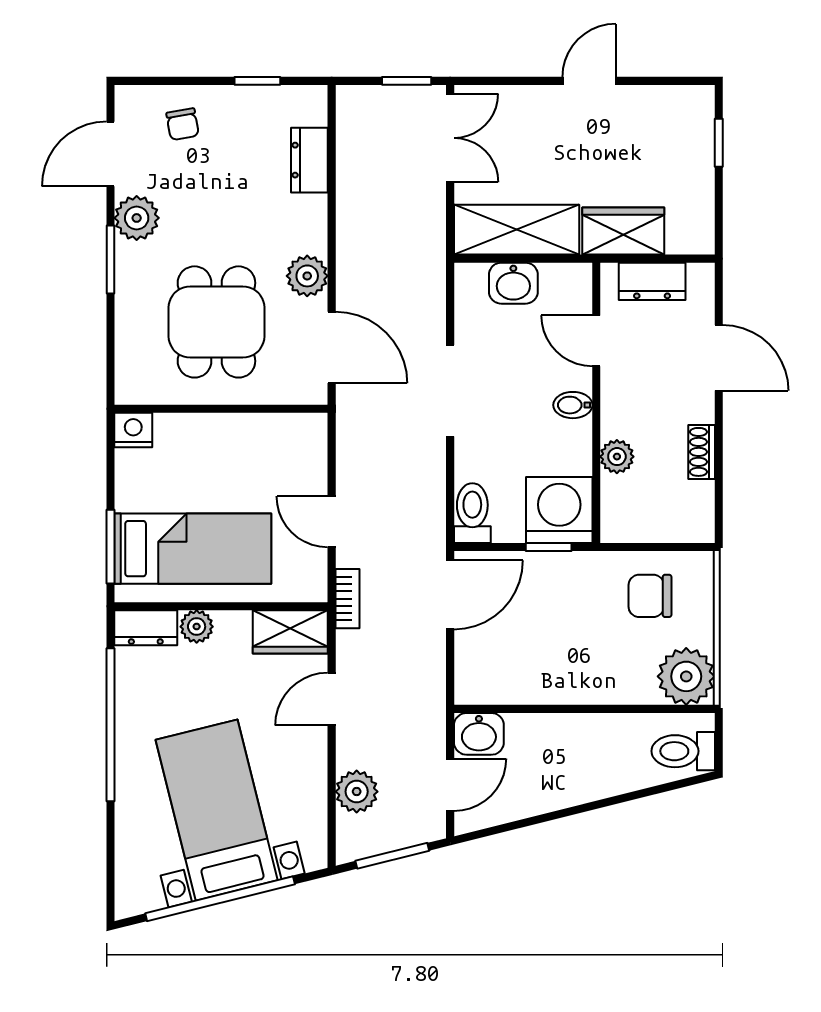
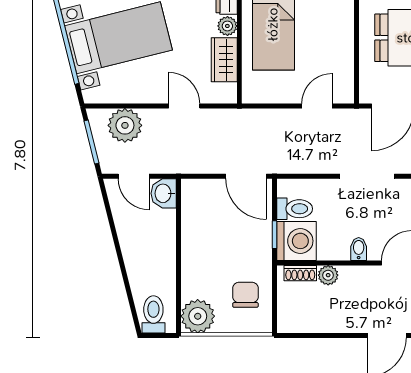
shoe rack: (702, 452) -> (300, 273), moved, turned 180
toilet: (472, 513) -> (295, 209), moved
door: (332, 522) -> (317, 106), moved
bookcase: (348, 599) -> (244, 115), removed
wardrobe: (290, 632) -> (224, 60), moved
plant: (357, 792) -> (125, 125), width x1.36, depth x1.36

